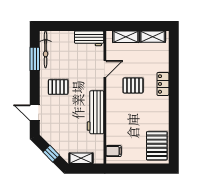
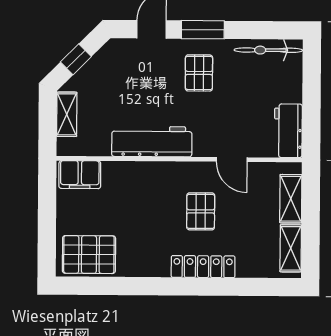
window: (35, 59) -> (203, 30), moved
locker: (163, 84) -> (203, 267), width x1.53
filing cabinet: (114, 151) -> (80, 175), width x2.00

